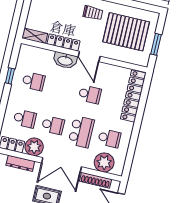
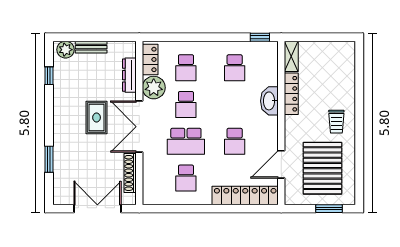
window: (156, 44) -> (329, 209), moved
door: (89, 56) -> (281, 164), moved
window: (10, 76) -> (260, 37), moved
plant: (104, 162) -> (155, 179), removed

